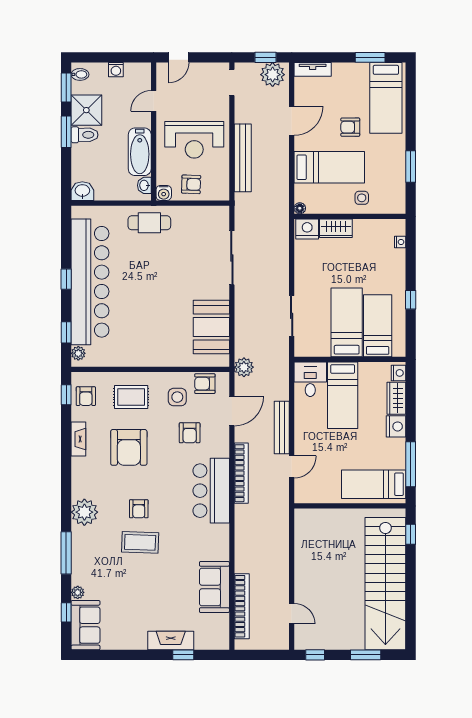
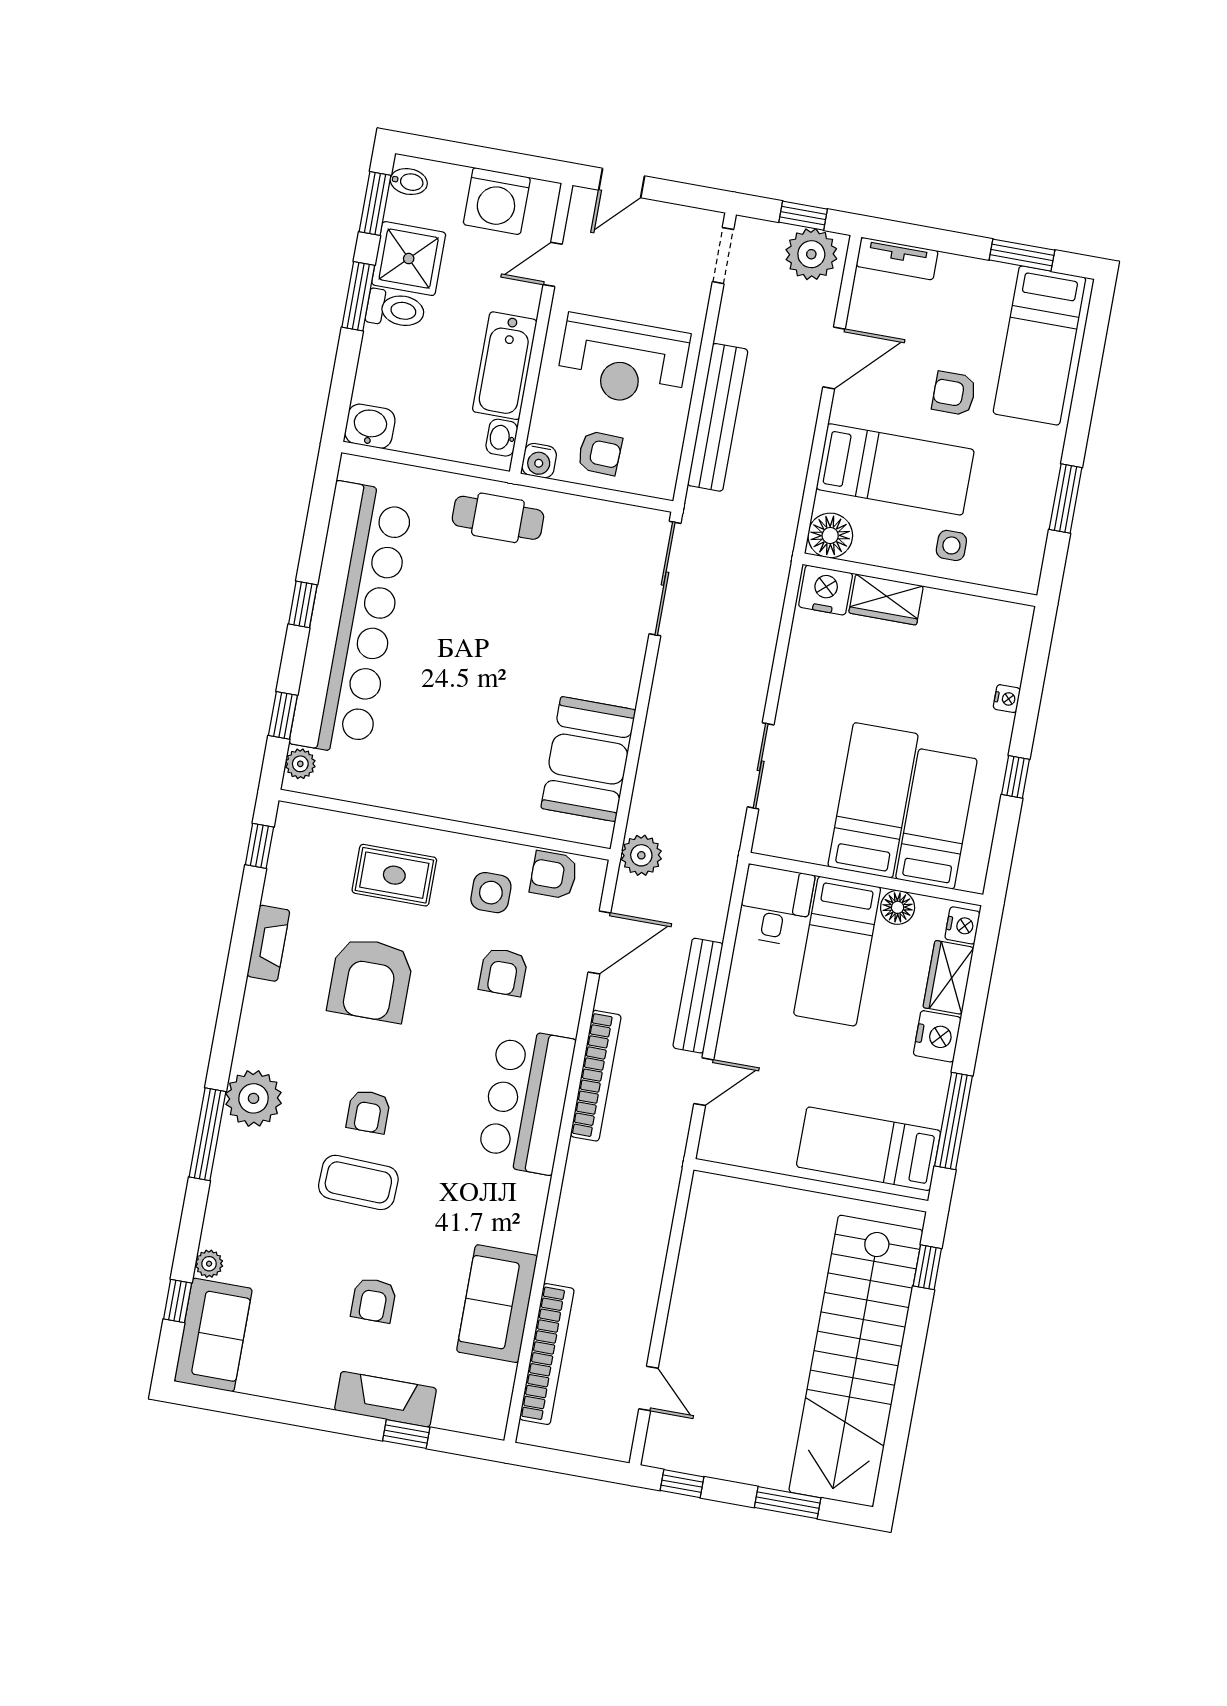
washing machine: (116, 70) -> (497, 201), width x1.89, depth x1.89
floor lamp: (300, 208) -> (830, 535), width x1.89, depth x1.89
nightstand: (400, 242) -> (1007, 699), moved
sliding door: (232, 258) -> (665, 579), moved
floor lamp: (367, 370) -> (898, 907), added
armchair: (86, 396) -> (374, 1300), moved
window: (66, 553) -> (208, 1134), moved

